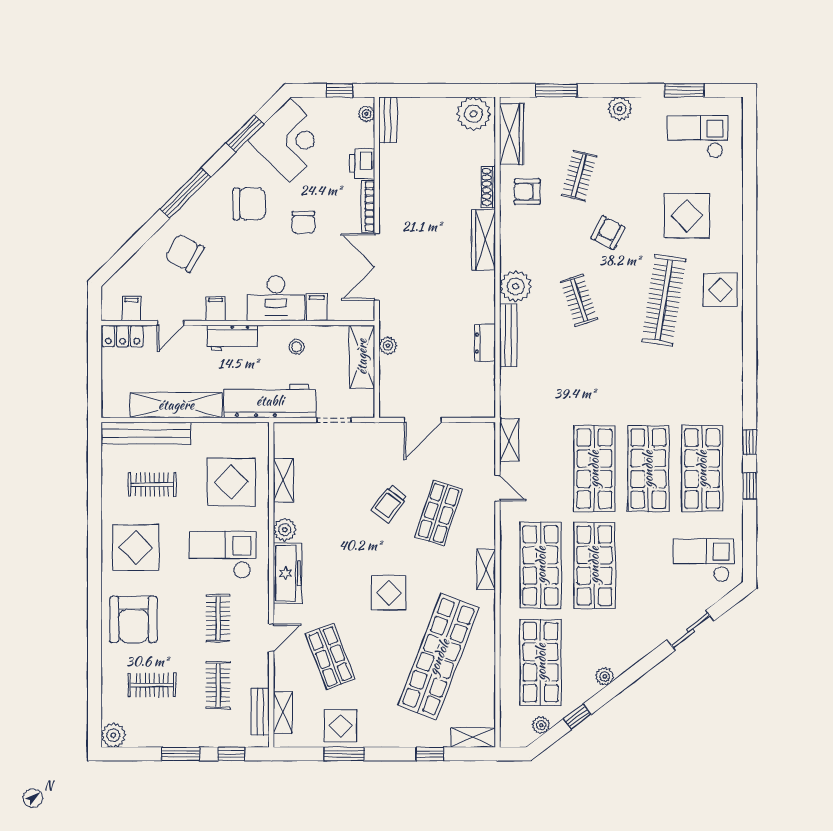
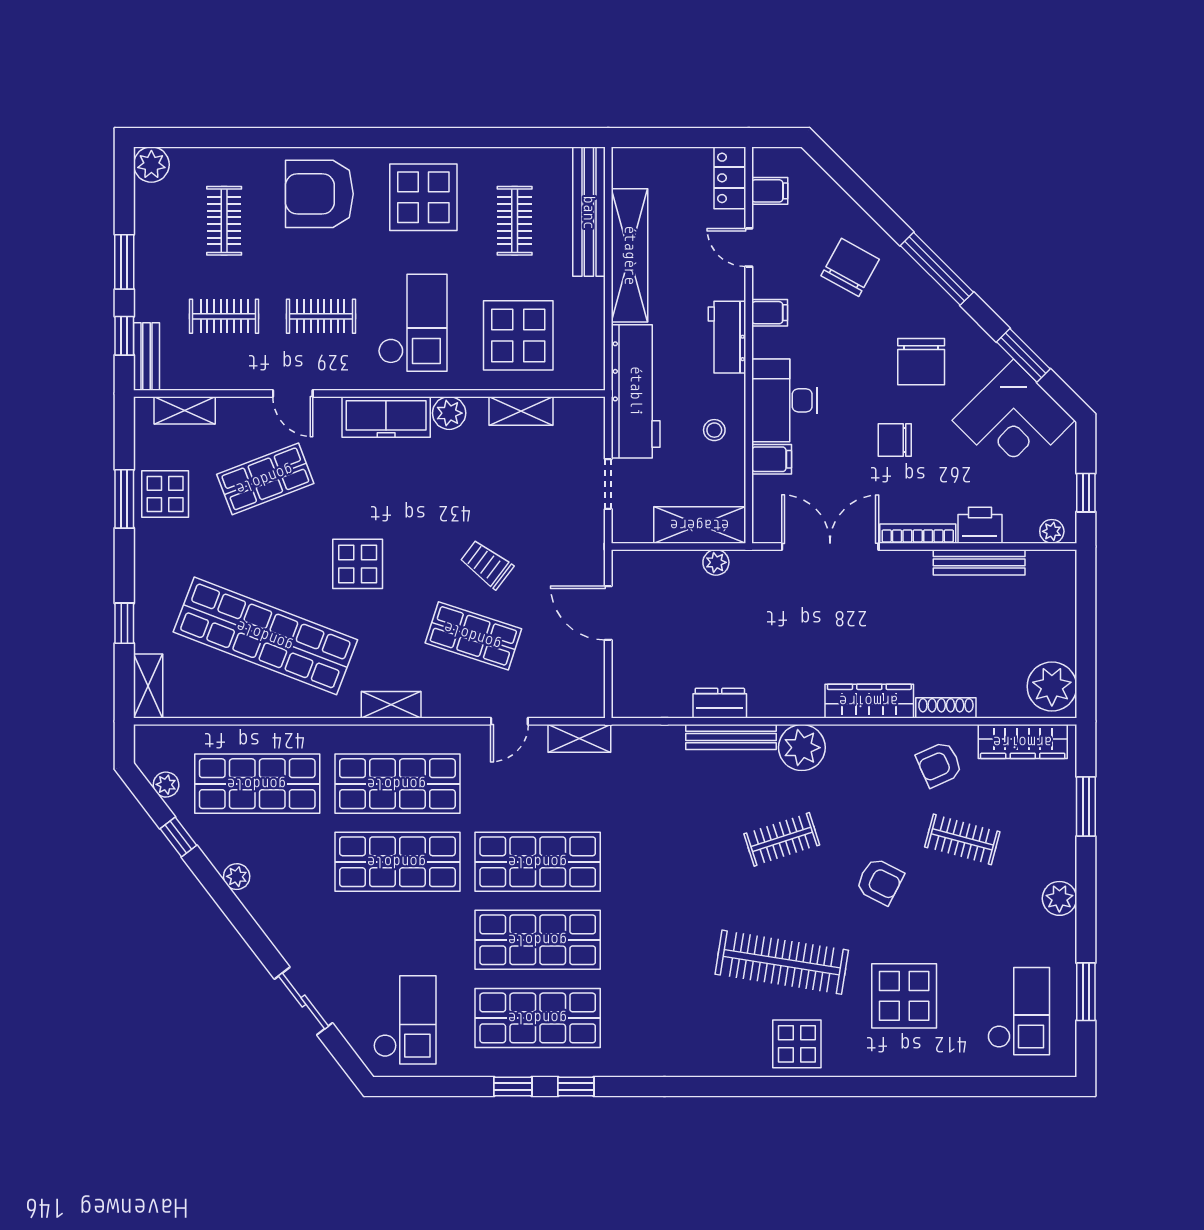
bench: (388, 120) -> (979, 562), moved, width x1.36
armchair: (527, 192) -> (939, 764), turned -114
bench: (260, 712) -> (147, 356), moved, turned 90

